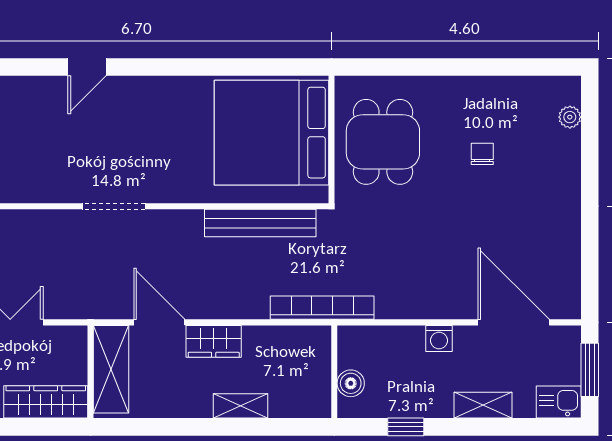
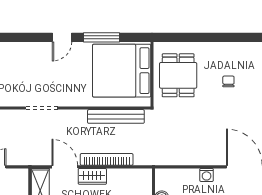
door: (87, 67) -> (62, 37), moved
window: (232, 67) -> (102, 37), added
bookcase: (322, 308) -> (107, 159), moved

